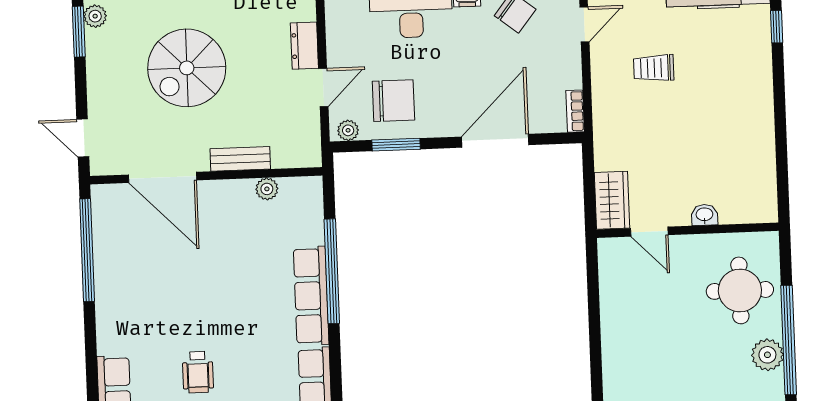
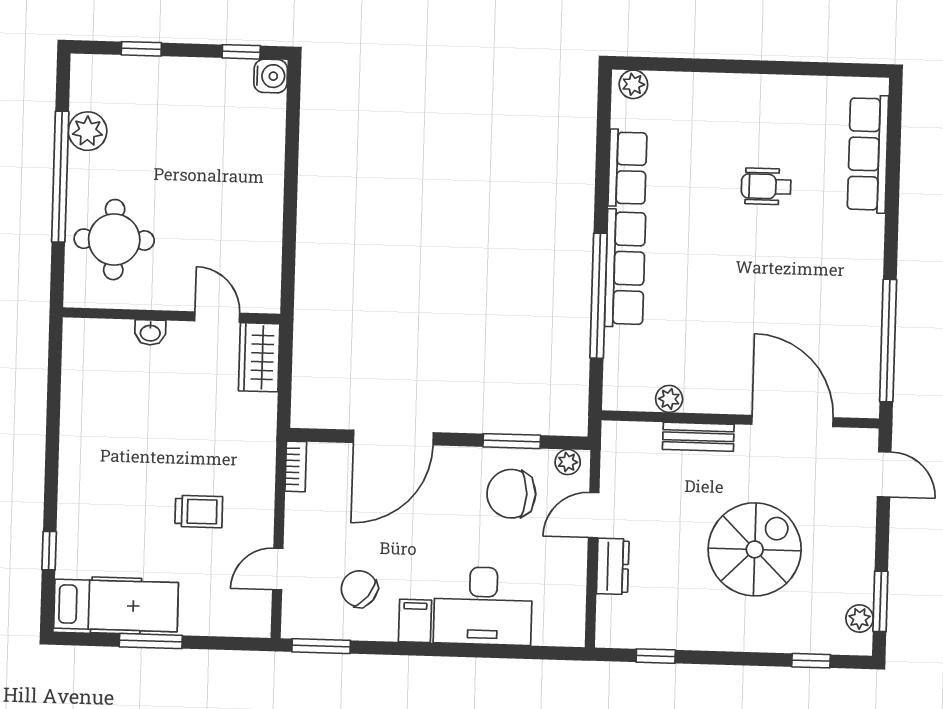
plant: (767, 355) -> (88, 131), moved
wheelchair: (198, 372) -> (766, 186), turned -90

